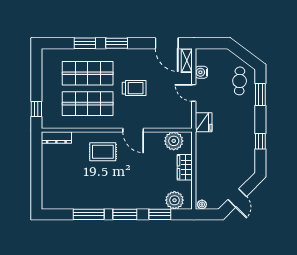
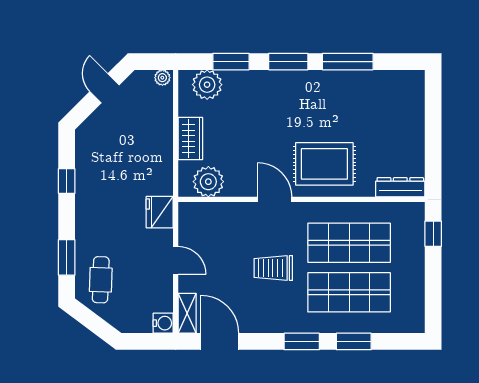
water cooler: (201, 72) -> (163, 323), moved
rug: (103, 152) -> (324, 164), width x1.36, depth x1.43

